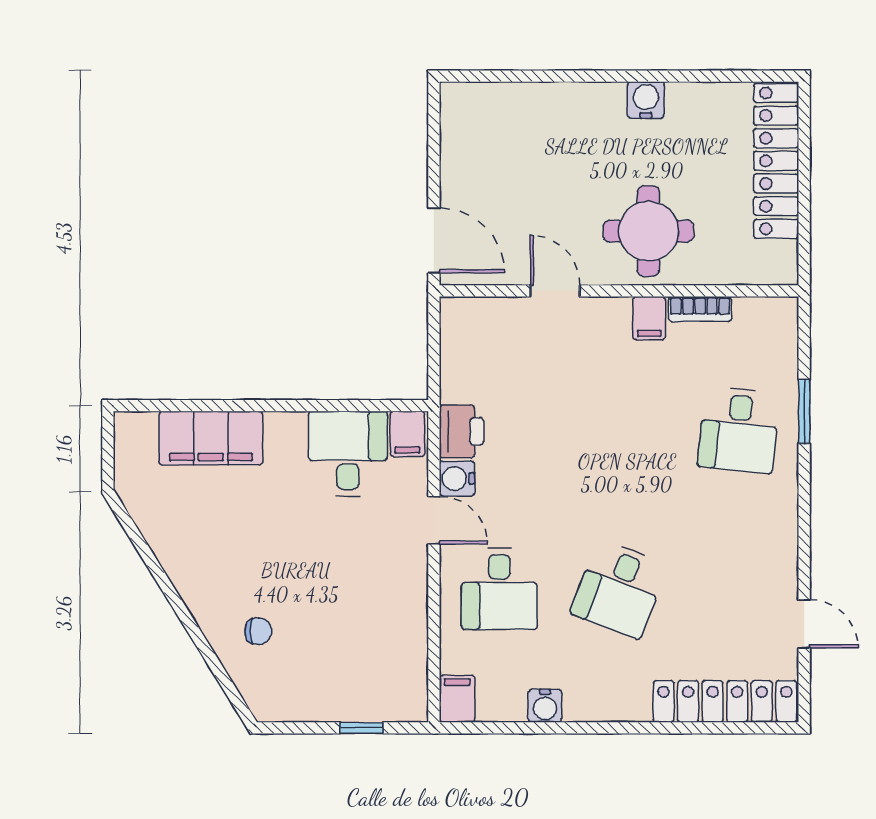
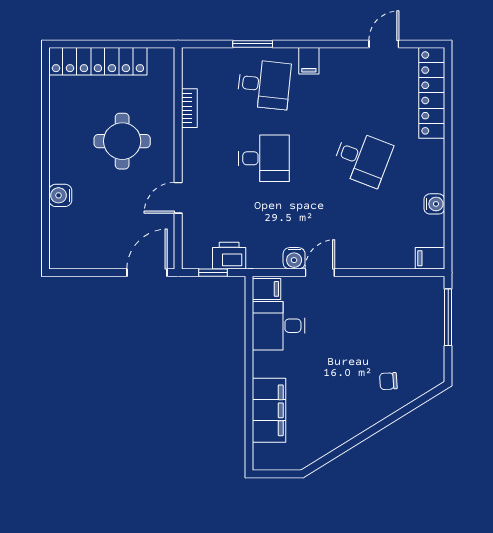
water cooler: (646, 100) -> (60, 195), moved
round table: (648, 231) -> (122, 141), moved
filing cabinet: (649, 318) -> (309, 61), moved, turned 90
window: (434, 347) -> (213, 273), added
printer: (461, 431) -> (229, 256), moved
desk: (499, 589) -> (264, 158), moved
chair: (258, 631) -> (388, 381), turned -94
window: (361, 728) -> (448, 317), width x2.17

